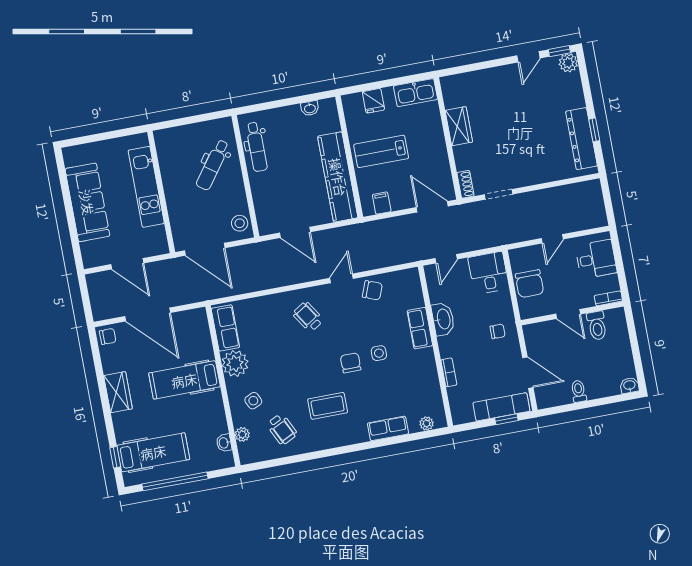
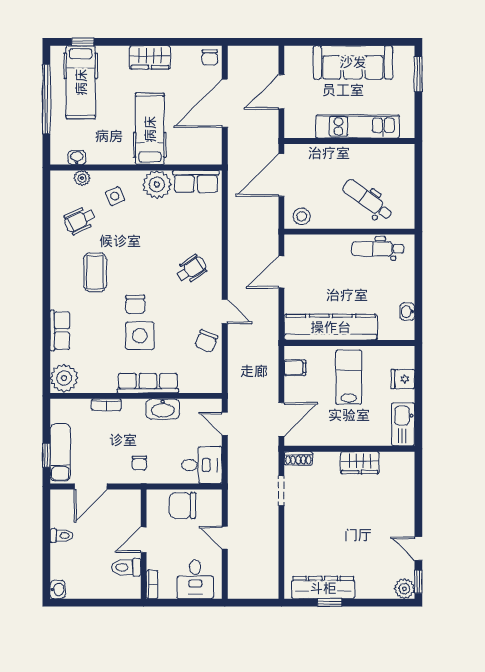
window: (87, 140) -> (418, 74), added
row of seats: (420, 328) -> (148, 383), width x1.48
side table: (379, 353) -> (140, 336), width x1.87, depth x1.87
chair: (351, 363) -> (135, 304), turned 90
plant: (427, 423) -> (64, 378), width x1.88, depth x1.88

